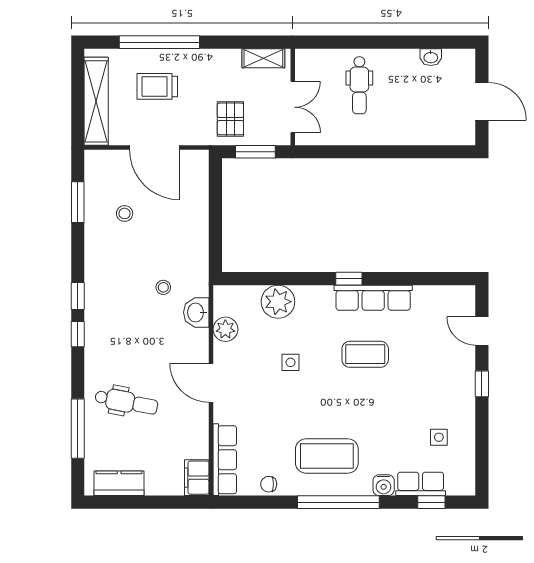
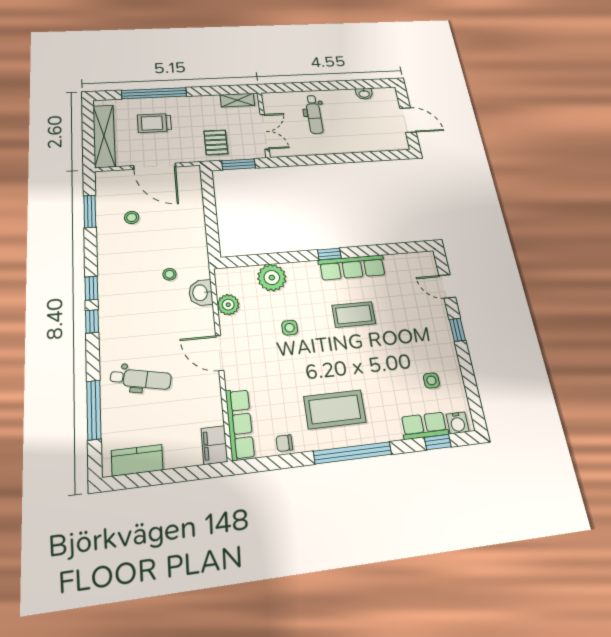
water cooler: (384, 485) -> (457, 423), moved

